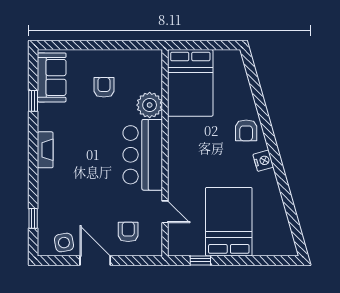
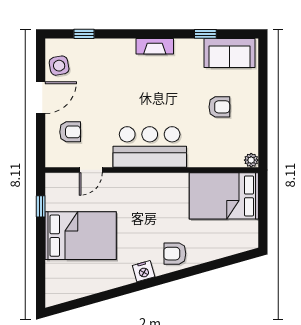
plant: (150, 105) -> (251, 160), moved, width x0.53, depth x0.53

